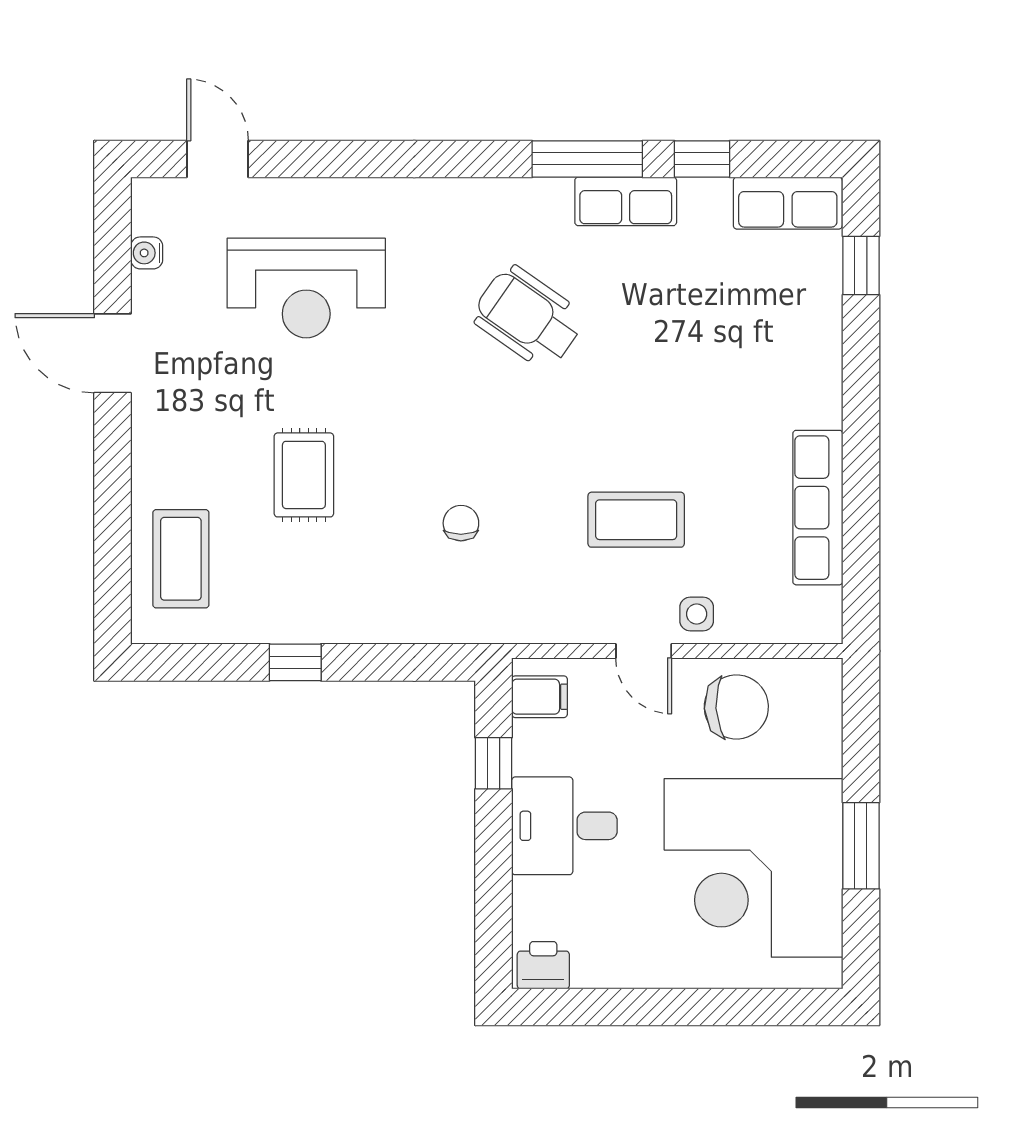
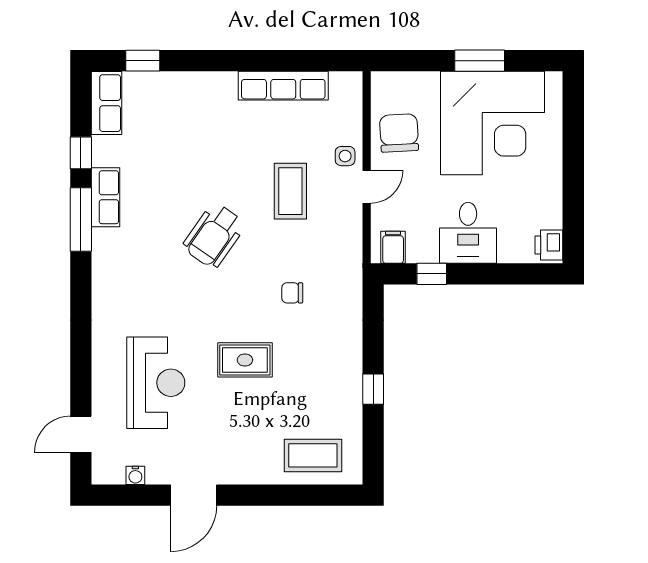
wheelchair: (528, 317) -> (214, 236), moved
rug: (304, 475) -> (245, 360), moved

